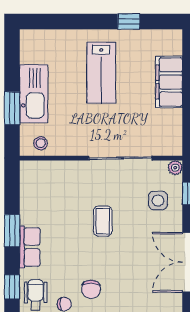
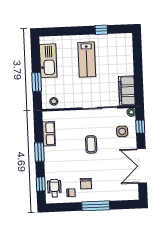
filing cabinet: (169, 82) -> (127, 91), moved
kitchen sink: (34, 94) -> (48, 61), moved
row of seats: (30, 247) -> (49, 134), moved

